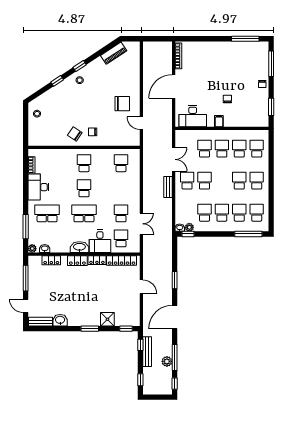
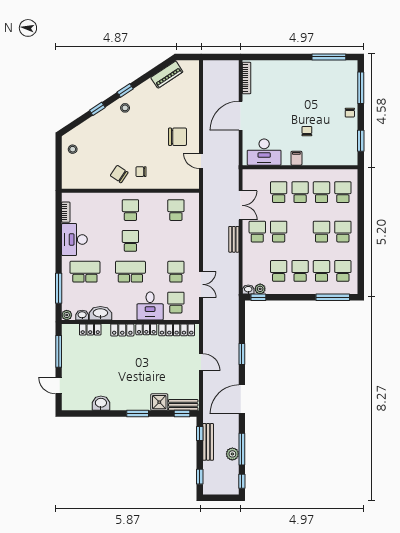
washbasin: (79, 247) -> (100, 313), moved
bench: (40, 322) -> (183, 405), moved

